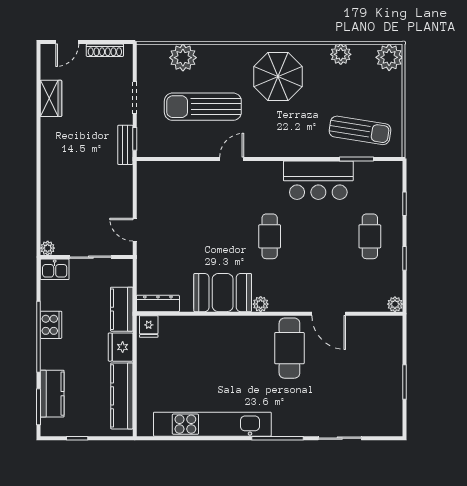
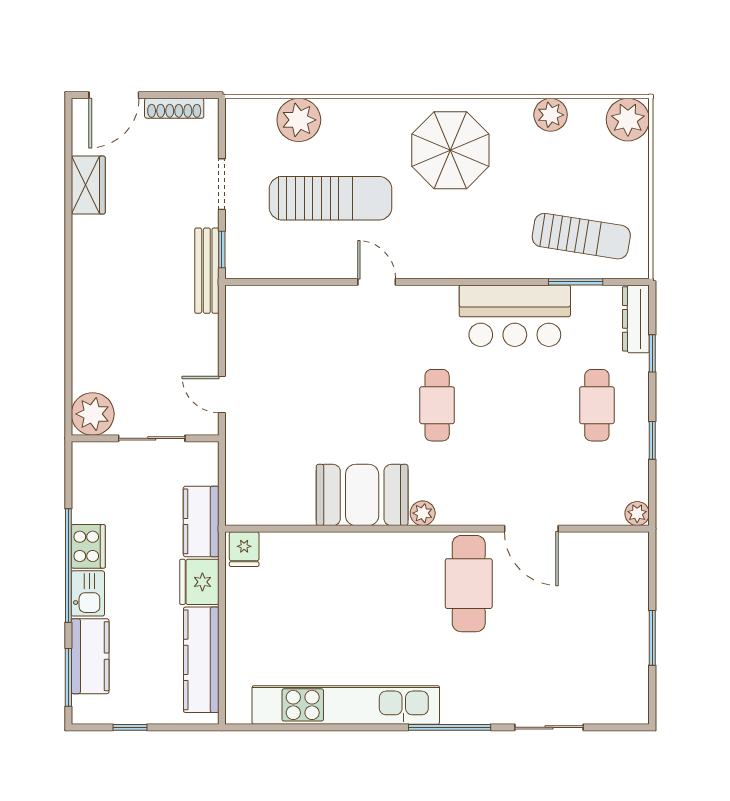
door: (67, 42) -> (114, 95), width x1.38
sun lounger: (203, 107) -> (331, 198), turned 180
bench: (125, 145) -> (207, 271), width x1.36
door: (232, 159) -> (377, 282), hinge flipped
plant: (48, 248) -> (93, 414), width x1.88, depth x1.88
kitchen sink: (55, 269) -> (88, 593), moved, turned -90
dresser: (158, 303) -> (636, 319), moved, turned -90

